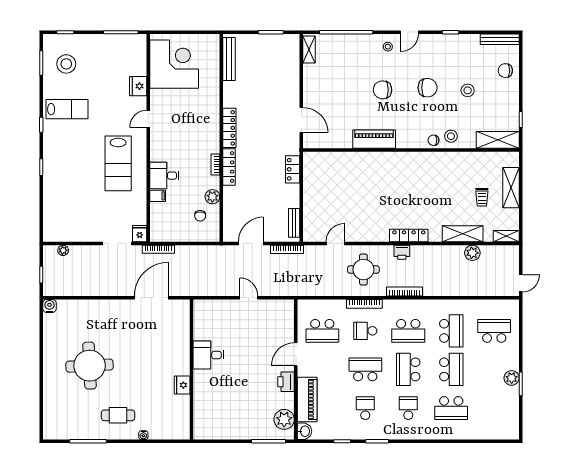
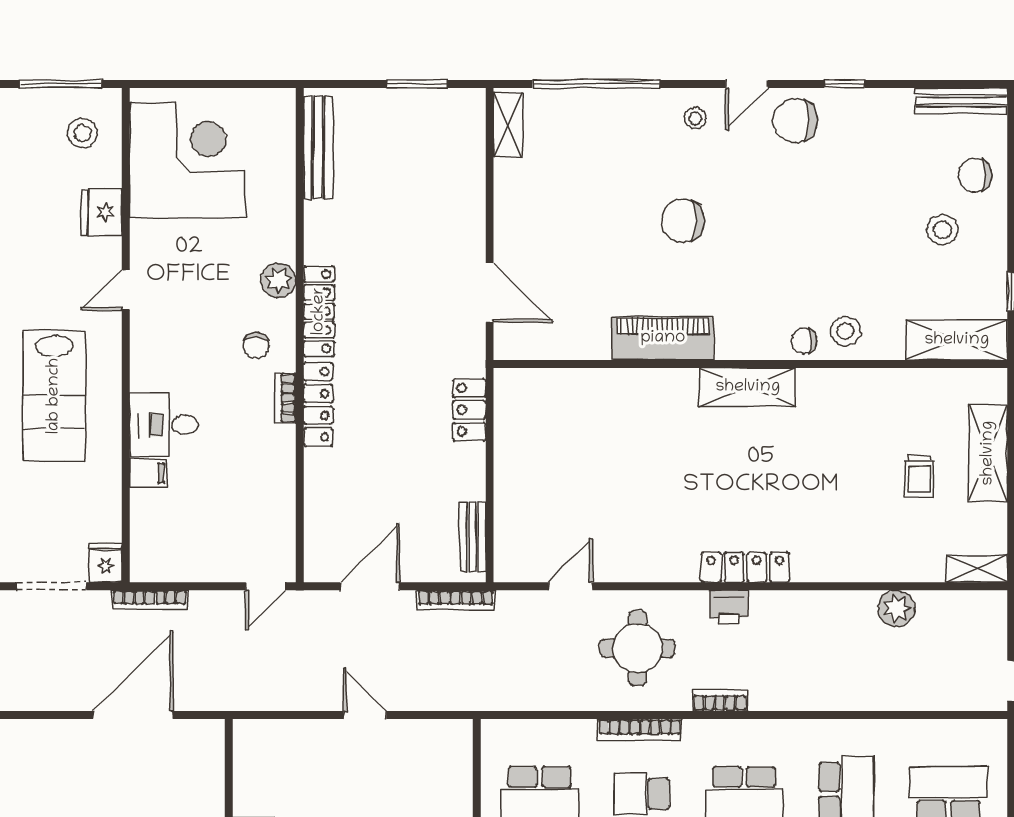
stool: (130, 53) -> (82, 133), added
chair: (428, 88) -> (795, 121), moved, turned 180
stool: (468, 90) -> (942, 230), moved
plant: (212, 197) -> (278, 280), moved
chair: (200, 216) -> (256, 345), moved
shelving: (463, 234) -> (748, 387), moved
door: (207, 243) -> (266, 586), added
bookcase: (405, 291) -> (720, 700), width x0.64

